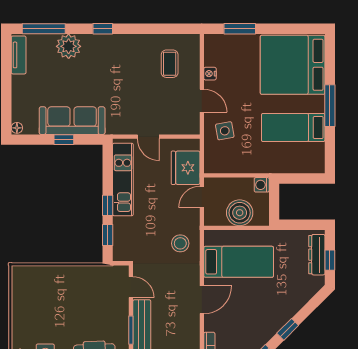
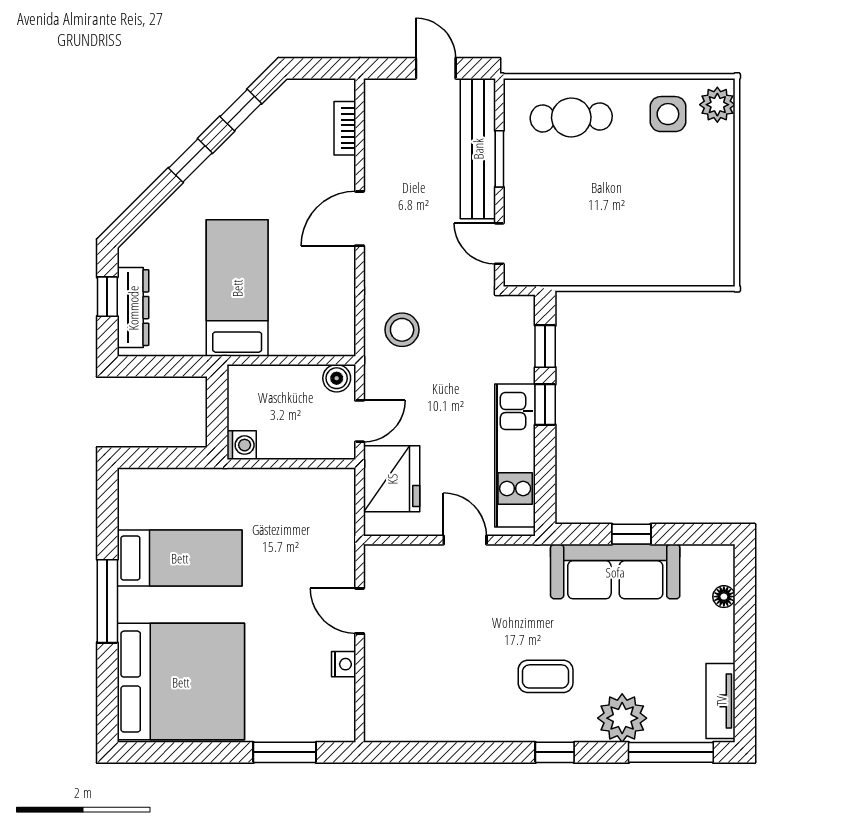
coffee table: (170, 64) -> (546, 676), moved, turned 90
floor lamp: (17, 128) -> (724, 597), moved
side table: (225, 131) -> (314, 552), removed
boiler: (240, 213) -> (337, 378), moved, width x0.54, depth x0.54
bed: (239, 262) -> (237, 288), moved, turned 90

